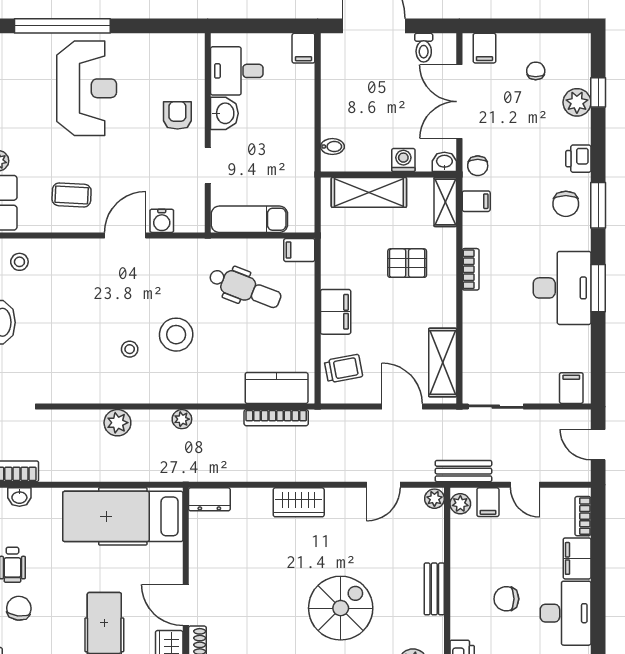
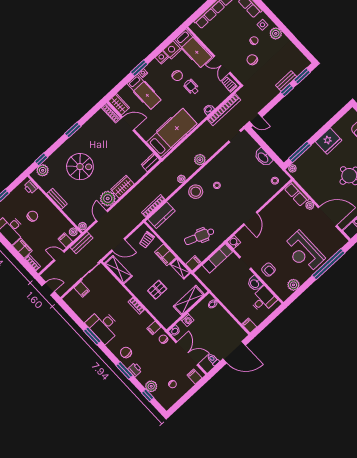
plant: (158, 47) -> (293, 285), added
coffee table: (72, 195) -> (278, 216), removed
shelving: (445, 202) -> (180, 269), moved
window: (598, 205) -> (124, 370), moved
water cooler: (162, 221) -> (234, 242), moved
stool: (176, 335) -> (196, 192), moved
filing cabinet: (571, 388) -> (82, 289), moved
plant: (344, 506) -> (108, 198), added
spiral stairs: (341, 608) -> (80, 167), turned -90

